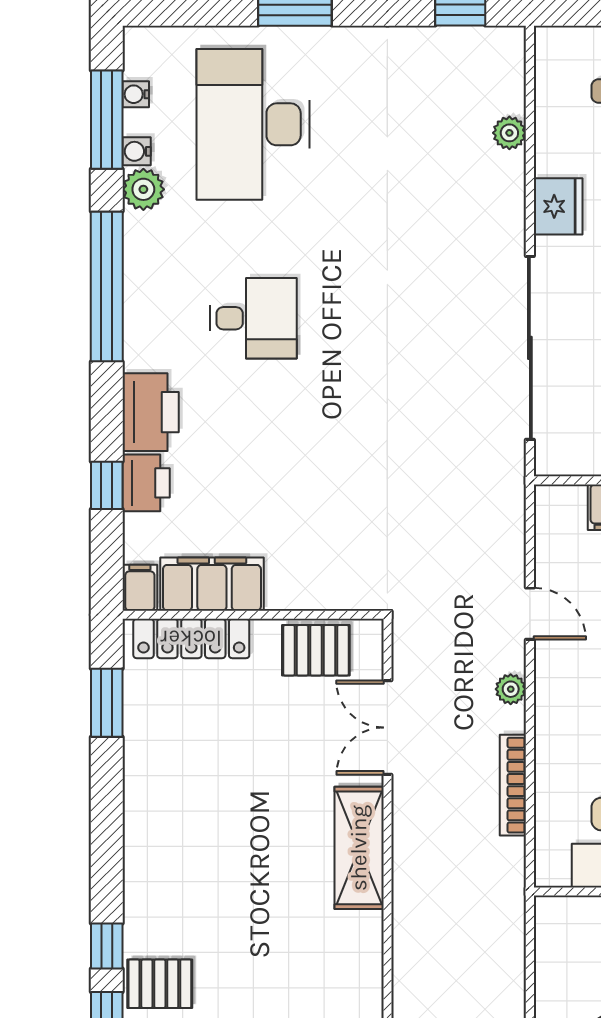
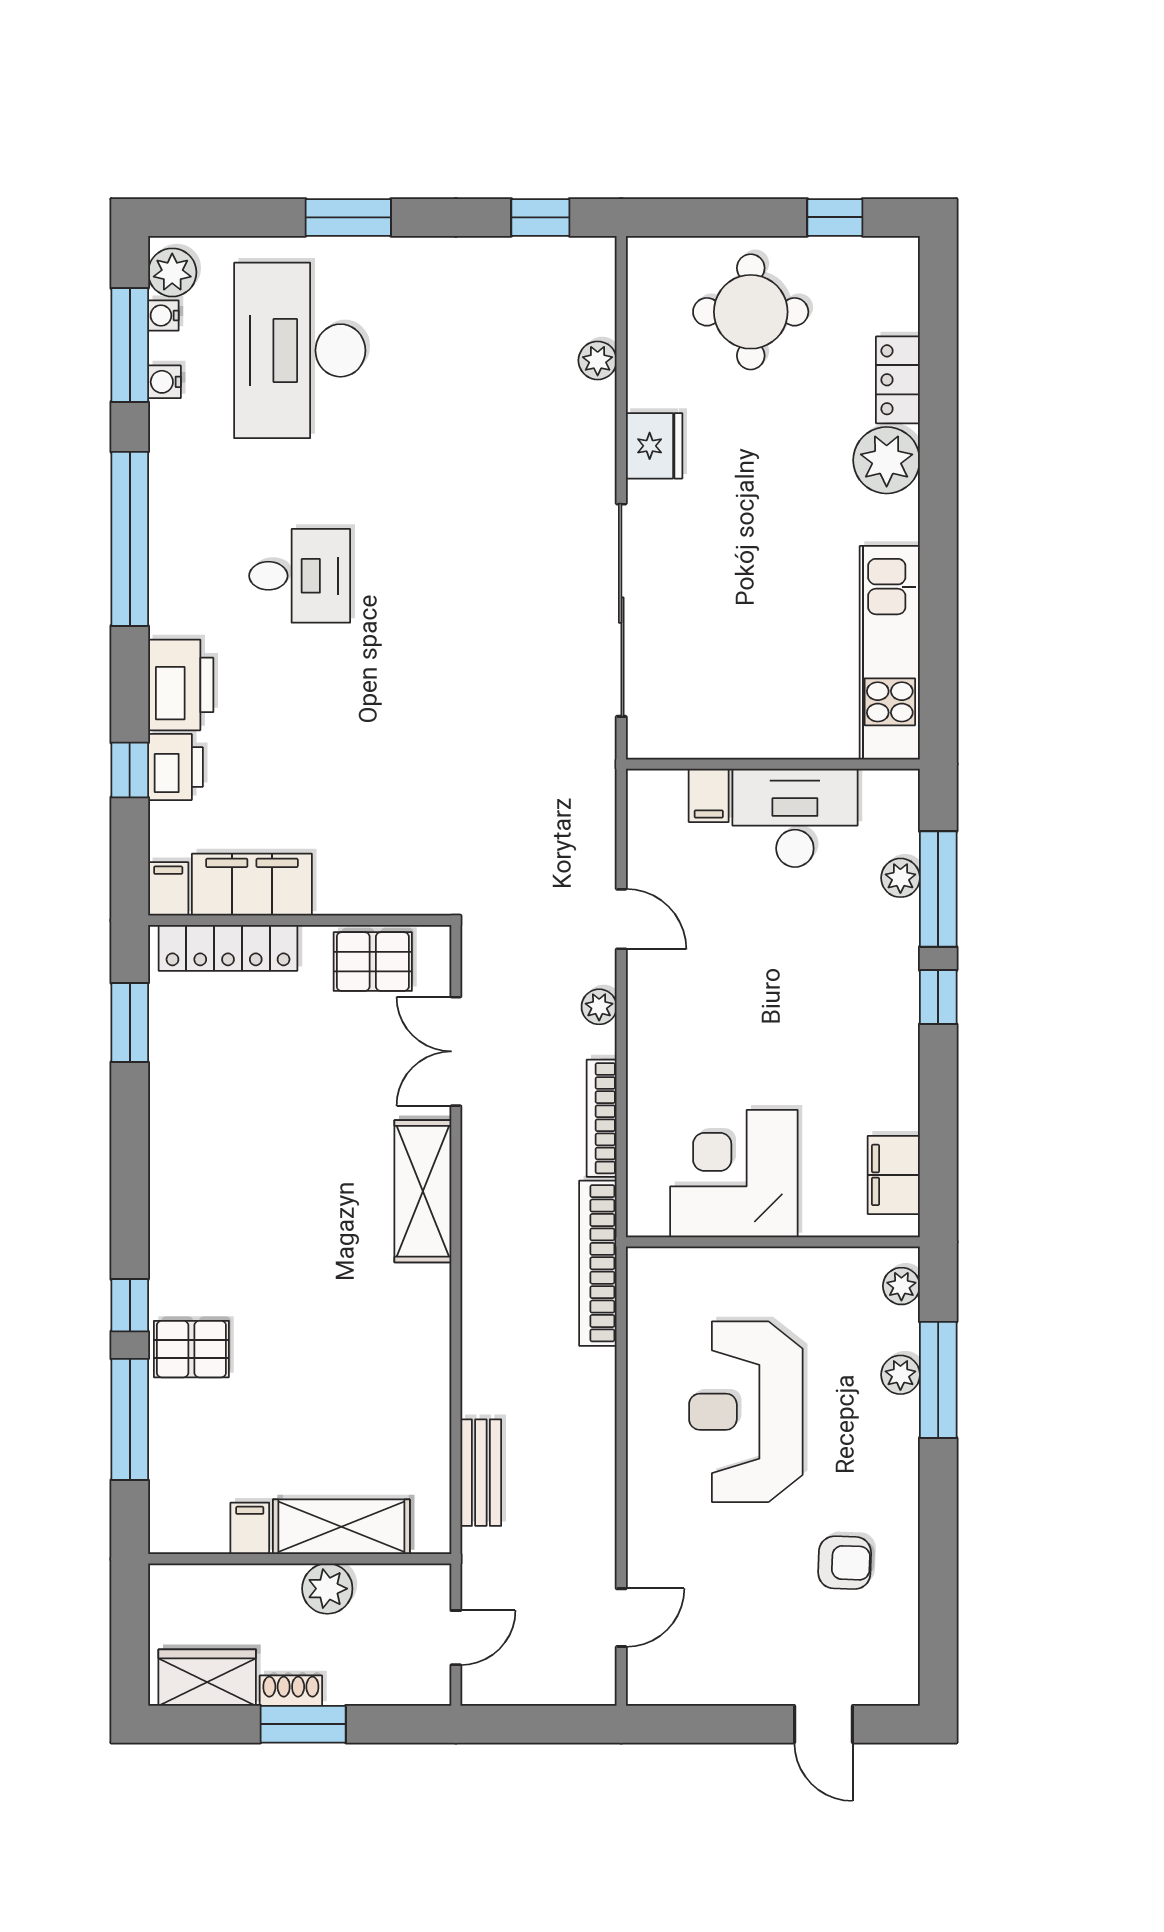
plant: (143, 189) -> (172, 272), moved
bookcase: (510, 910) -> (598, 1263), added

